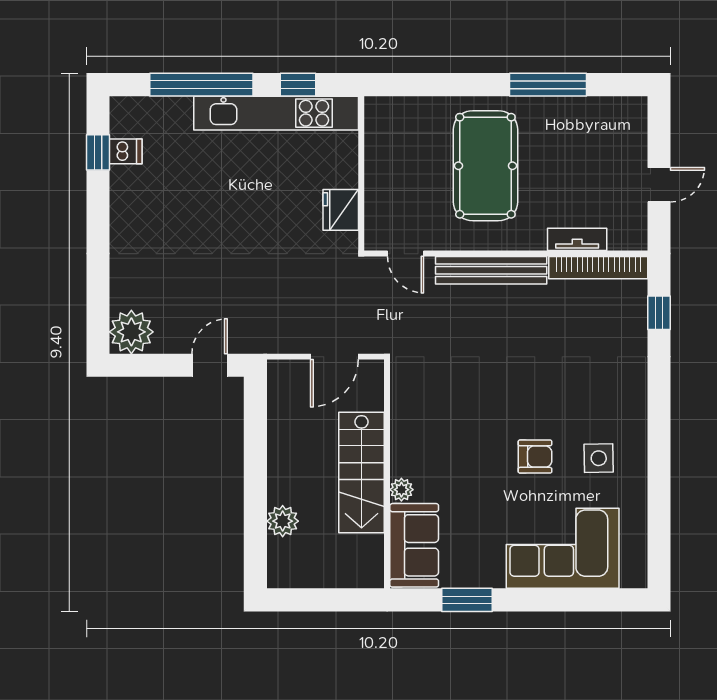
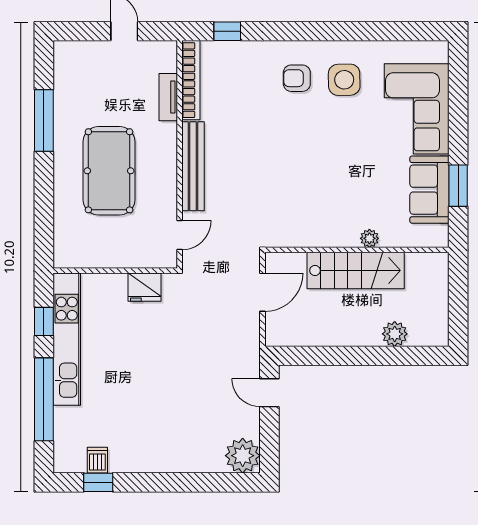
pool table: (485, 166) -> (109, 171), turned 90
door: (334, 357) -> (263, 292), hinge flipped
armchair: (535, 457) -> (297, 78), moved, turned -90
side table: (599, 458) -> (344, 80), width x1.37, depth x1.37
sofa: (414, 545) -> (429, 190), moved, turned -90

